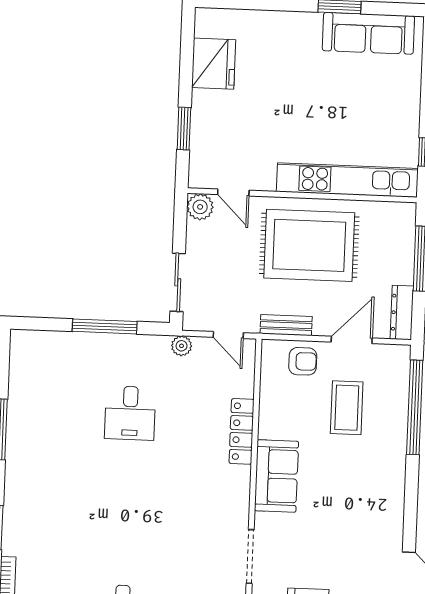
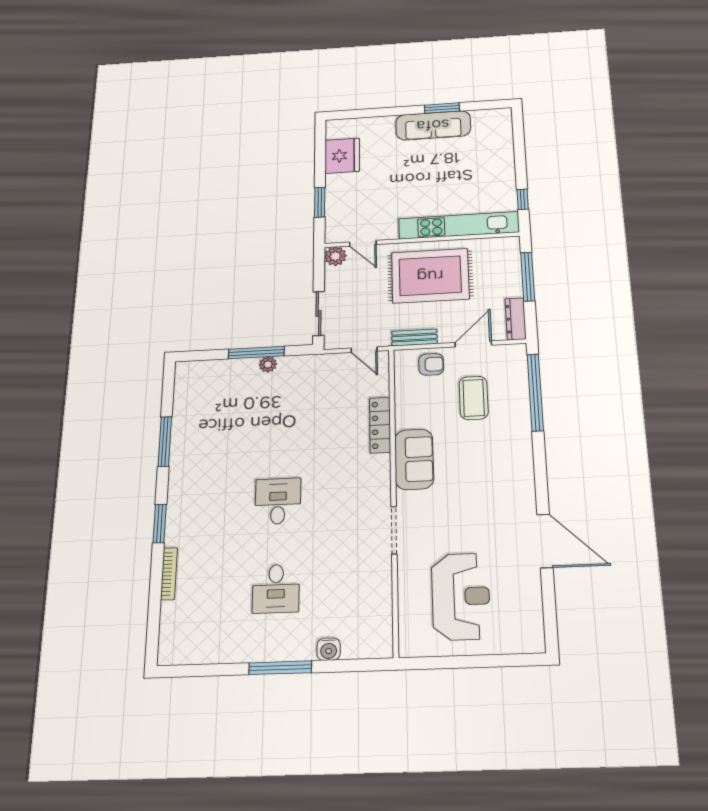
sofa: (368, 33) -> (433, 125), moved
plant: (182, 346) -> (268, 364), moved
desk: (130, 413) -> (278, 501), moved, turned 180

